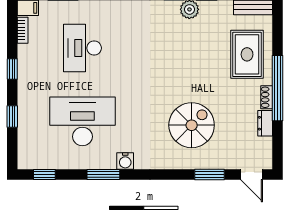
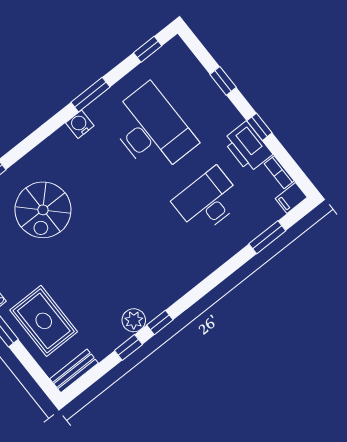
desk: (82, 48) -> (208, 201), turned -90
printer: (30, 62) -> (248, 147), added
desk: (82, 121) -> (151, 130), turned -90

